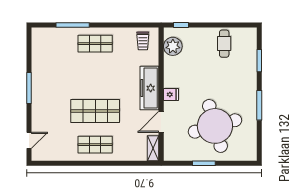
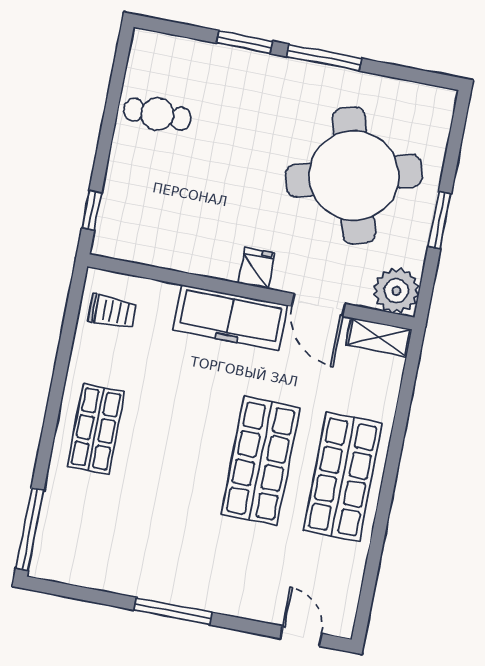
window: (73, 25) -> (30, 529), moved
plant: (173, 46) -> (396, 291), moved
window: (259, 61) -> (245, 42), moved
shop shelf: (95, 145) -> (343, 477), width x1.43, depth x1.36

